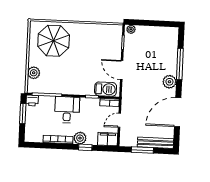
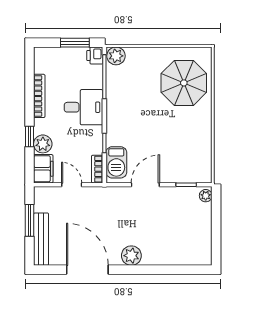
window: (180, 64) -> (158, 270), removed
plant: (34, 73) -> (116, 56), moved
plant: (80, 138) -> (43, 144), moved

